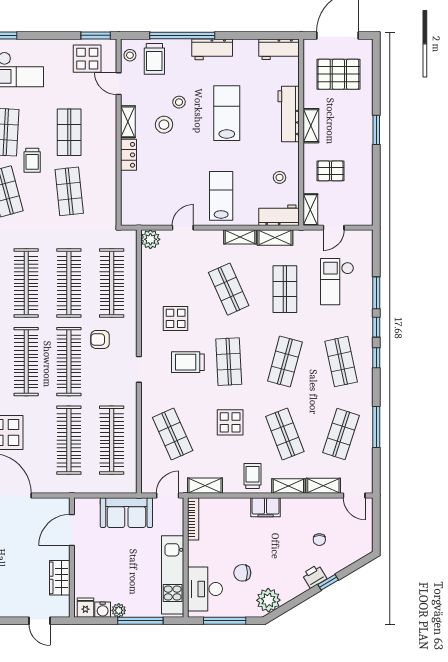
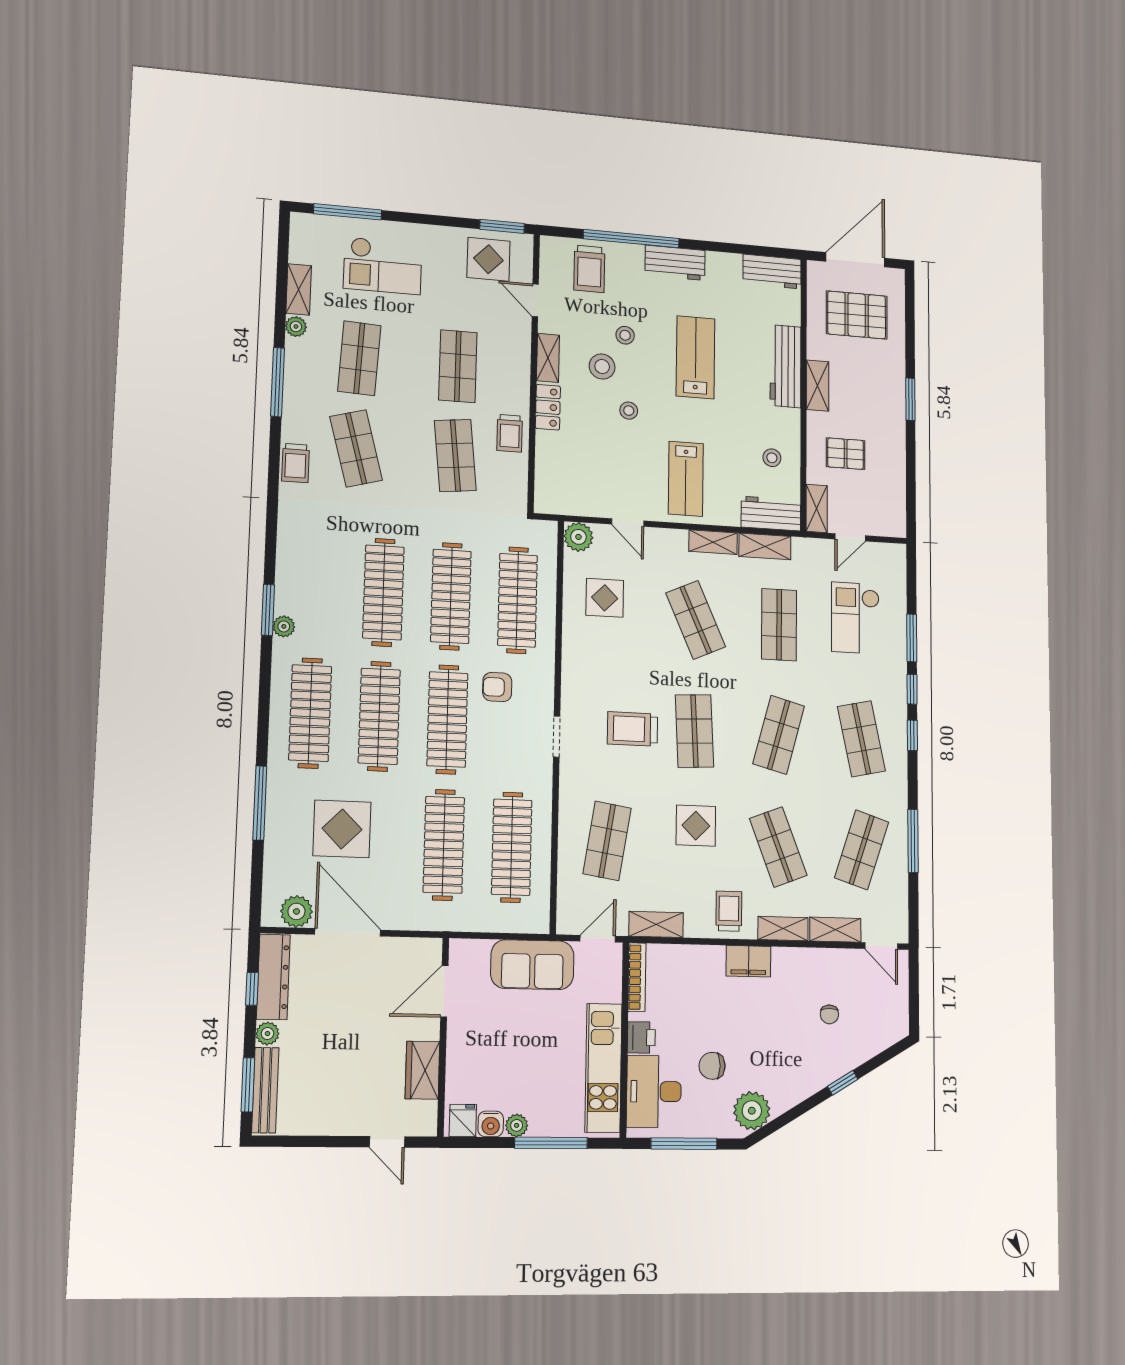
stool: (130, 55) -> (629, 411), moved
trolley: (32, 160) -> (510, 433), moved
lab bench: (221, 196) -> (686, 479), turned 180
door: (183, 228) -> (628, 522), swing flipped
display table: (176, 318) -> (605, 598), moved
shop shelf: (173, 434) -> (607, 841), turned 33
printer: (314, 576) -> (641, 1037), moved, turned 121

